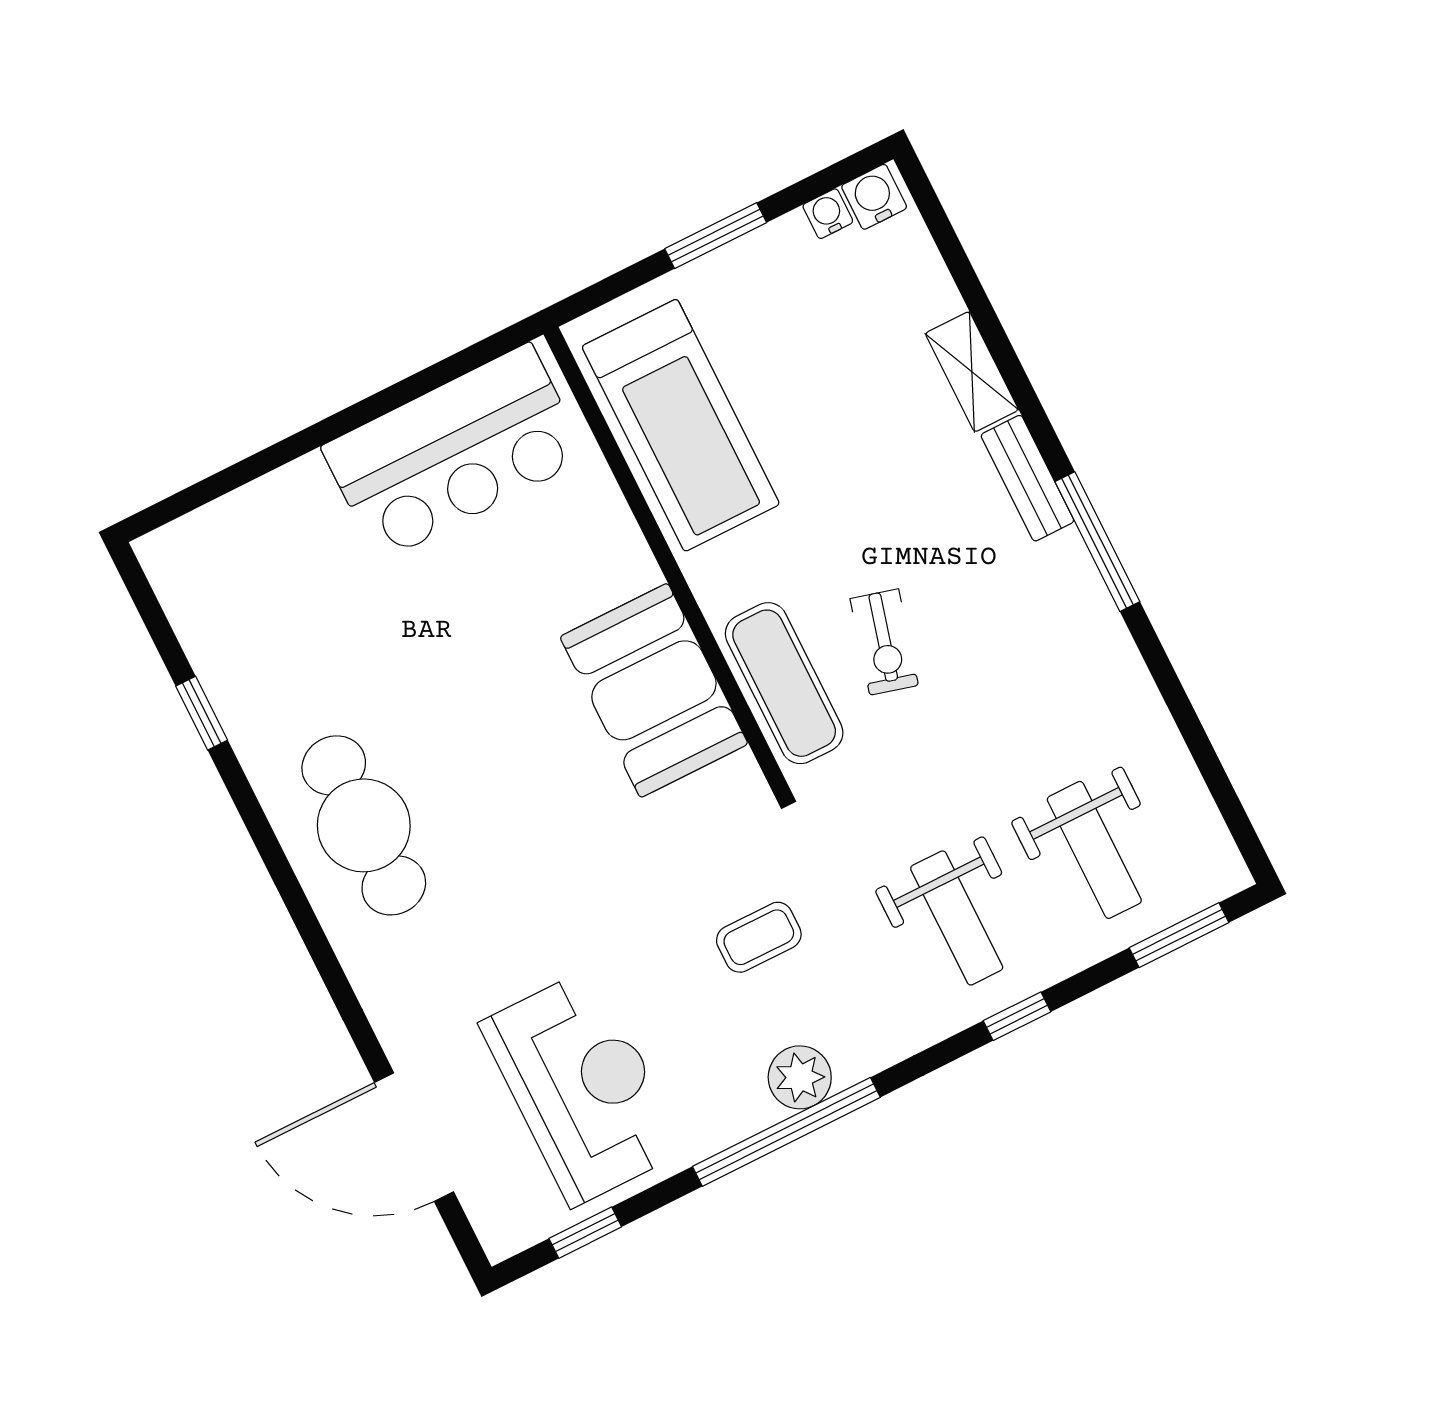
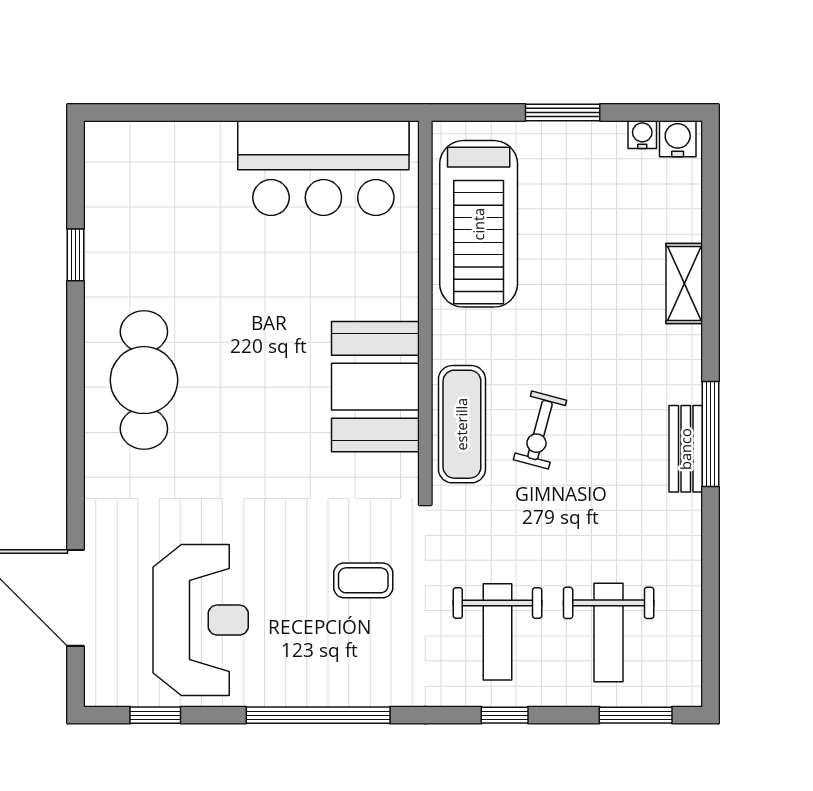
bench: (1027, 478) -> (686, 449), moved
plant: (800, 1077) -> (344, 684), removed

